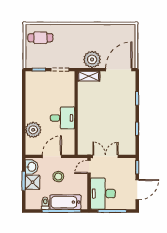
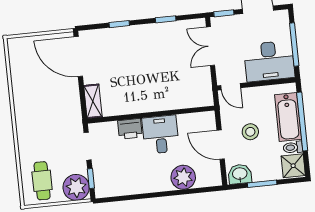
plant: (92, 59) -> (76, 187), moved
printer: (68, 98) -> (130, 129), added
double door: (105, 156) -> (210, 46), moved
shower: (33, 182) -> (293, 166), moved

